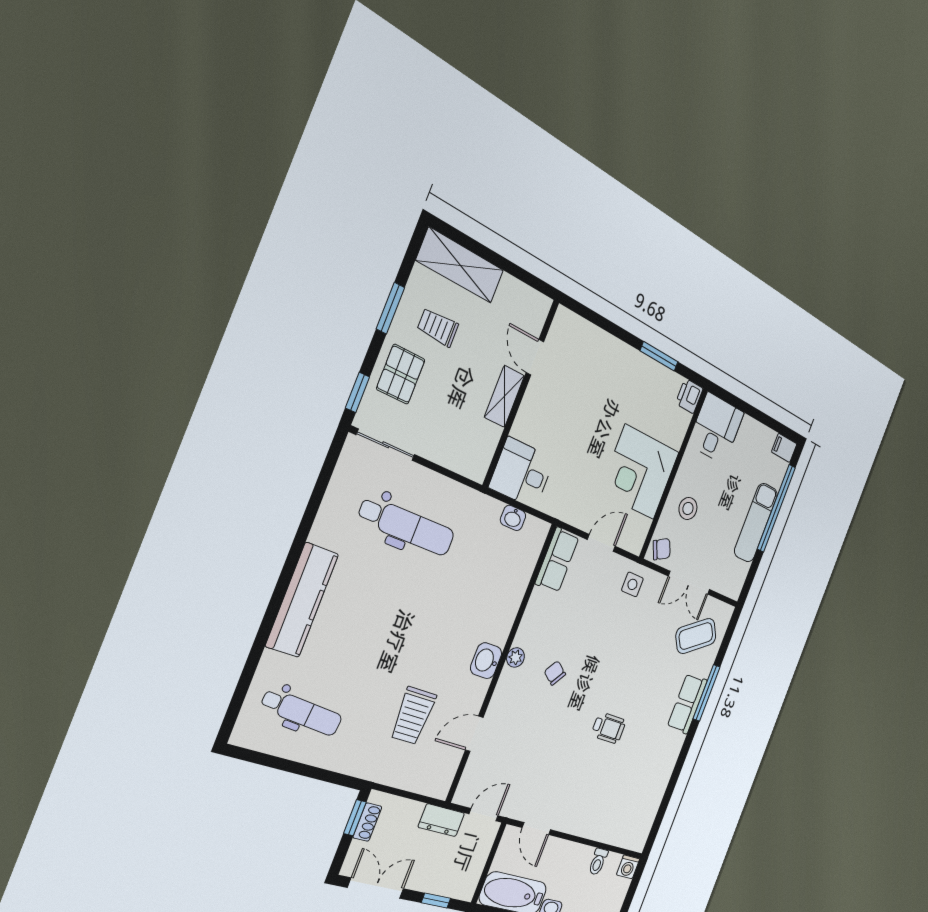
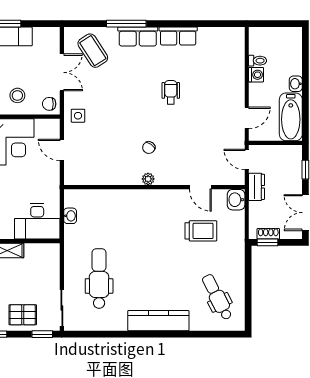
desk: (522, 473) -> (37, 221), width x1.37
chair: (662, 549) -> (49, 104), turned -63
row of seats: (557, 560) -> (178, 36), moved, turned 180
washbasin: (486, 661) -> (236, 200), moved, turned 90
dental chair: (302, 712) -> (217, 297), turned -32
washing machine: (628, 867) -> (256, 75), moved

